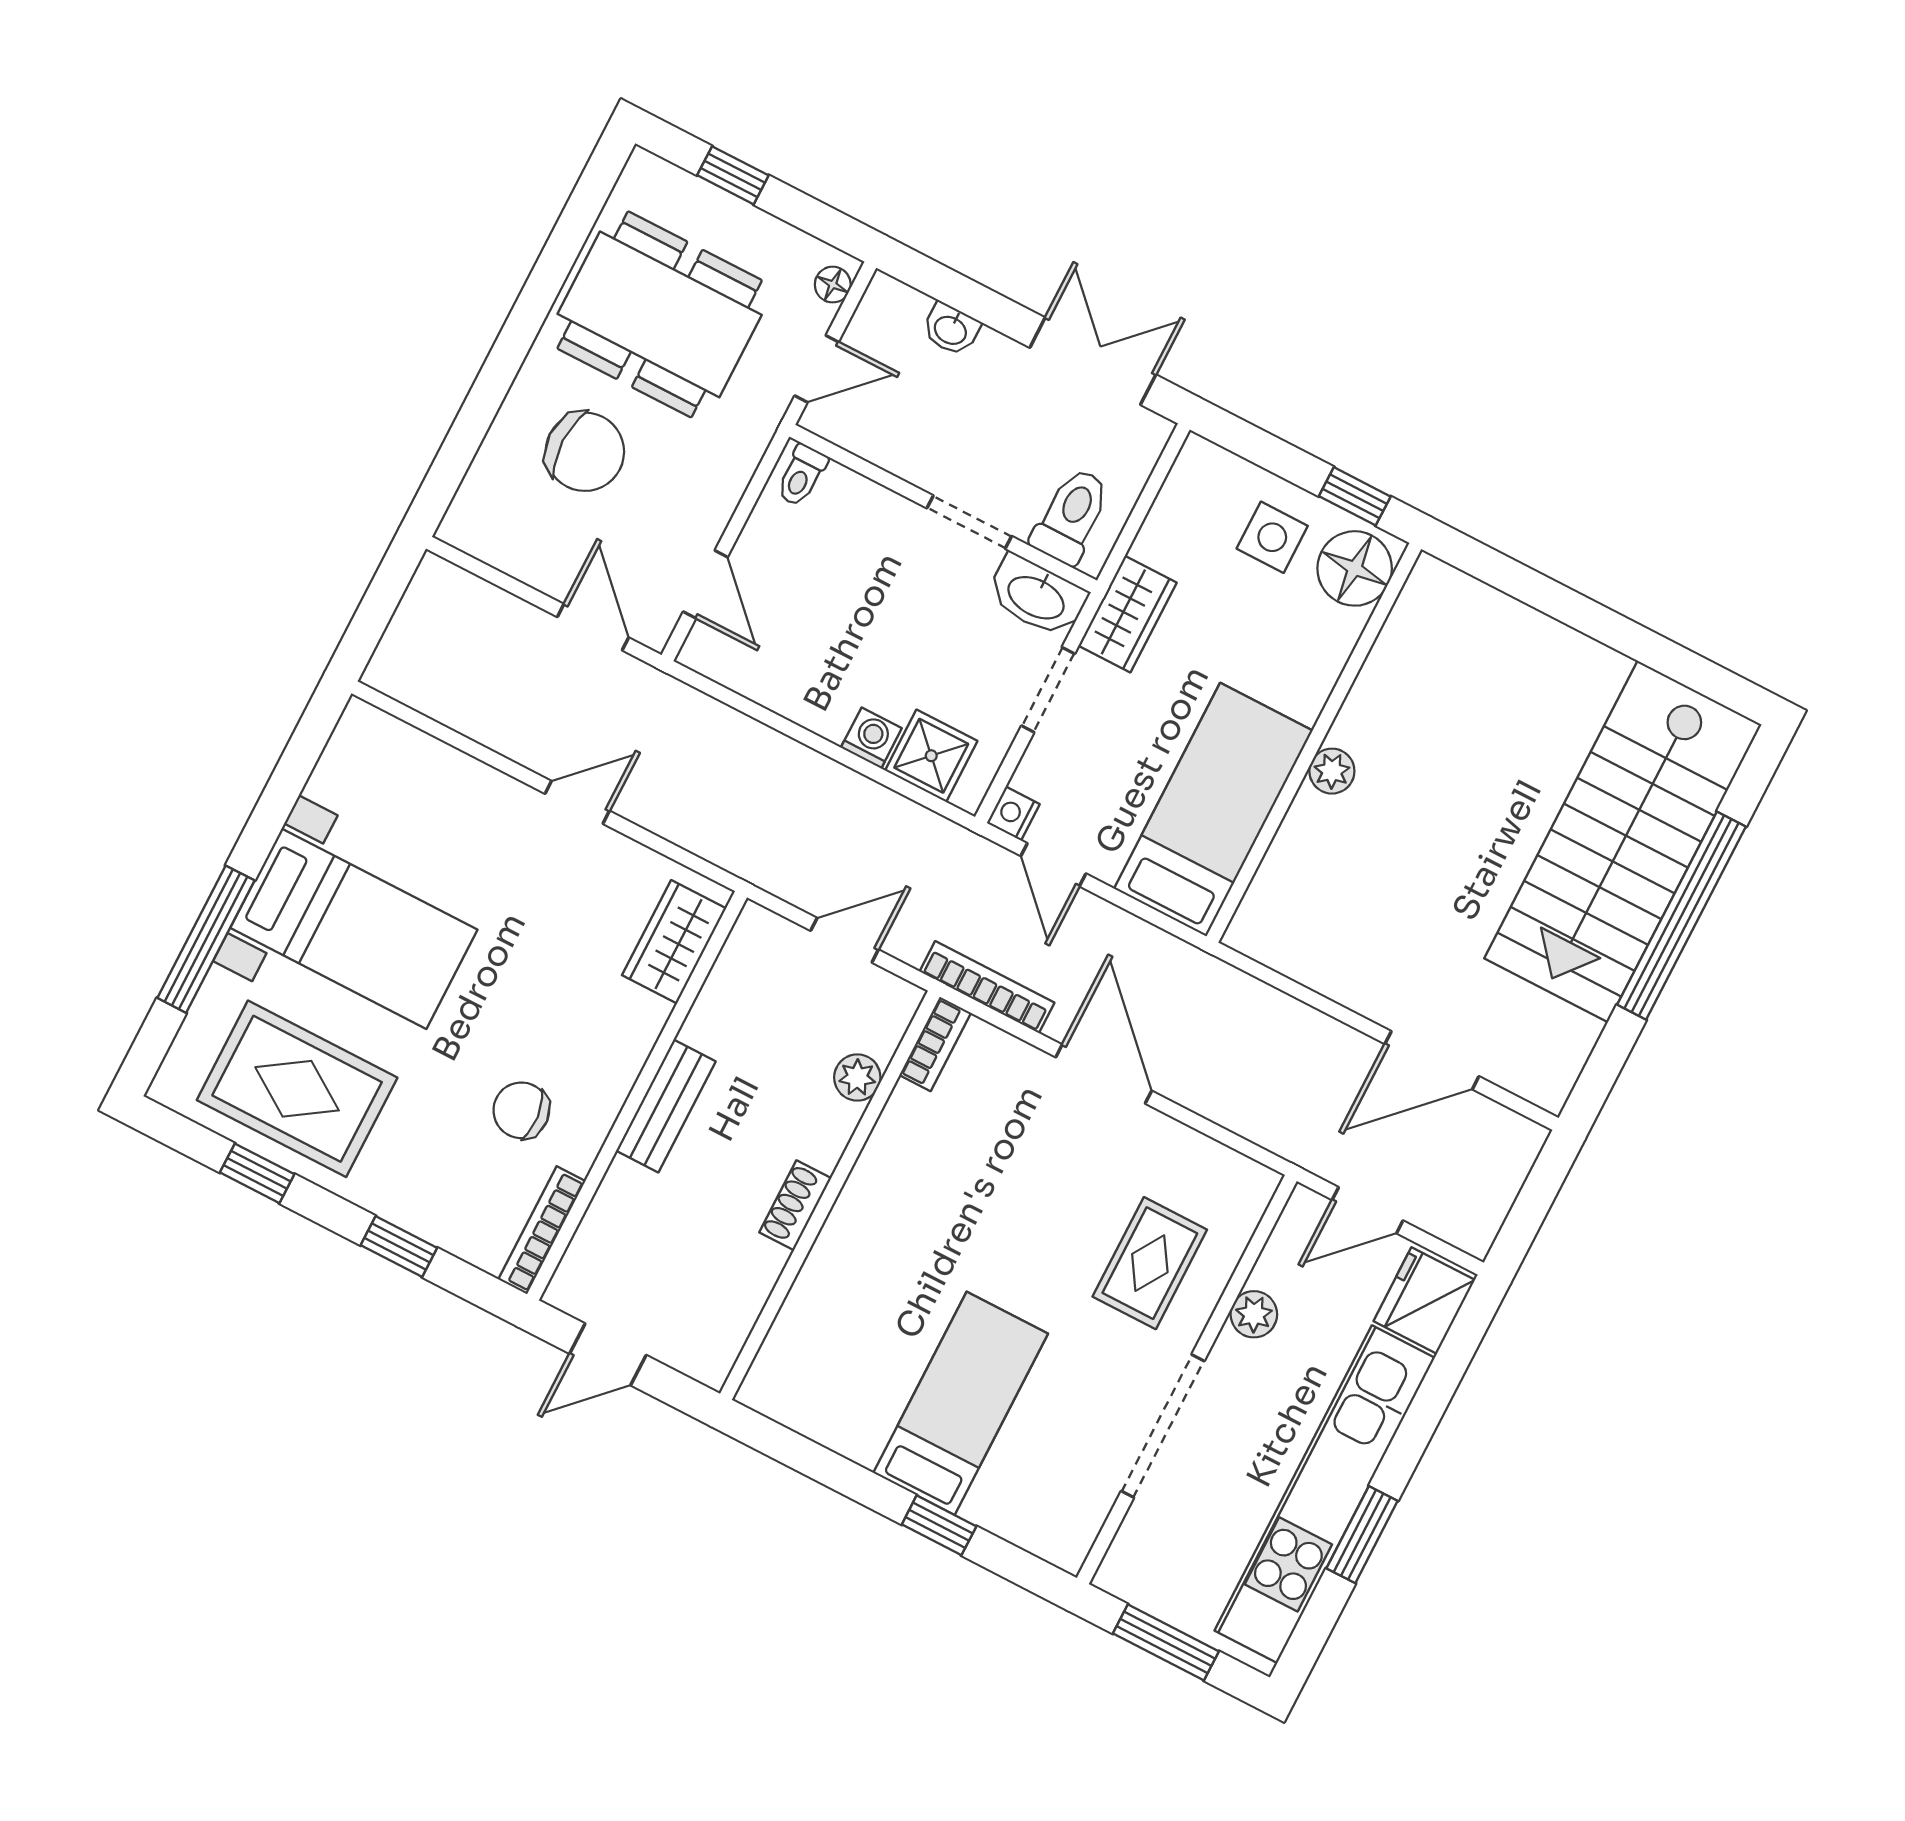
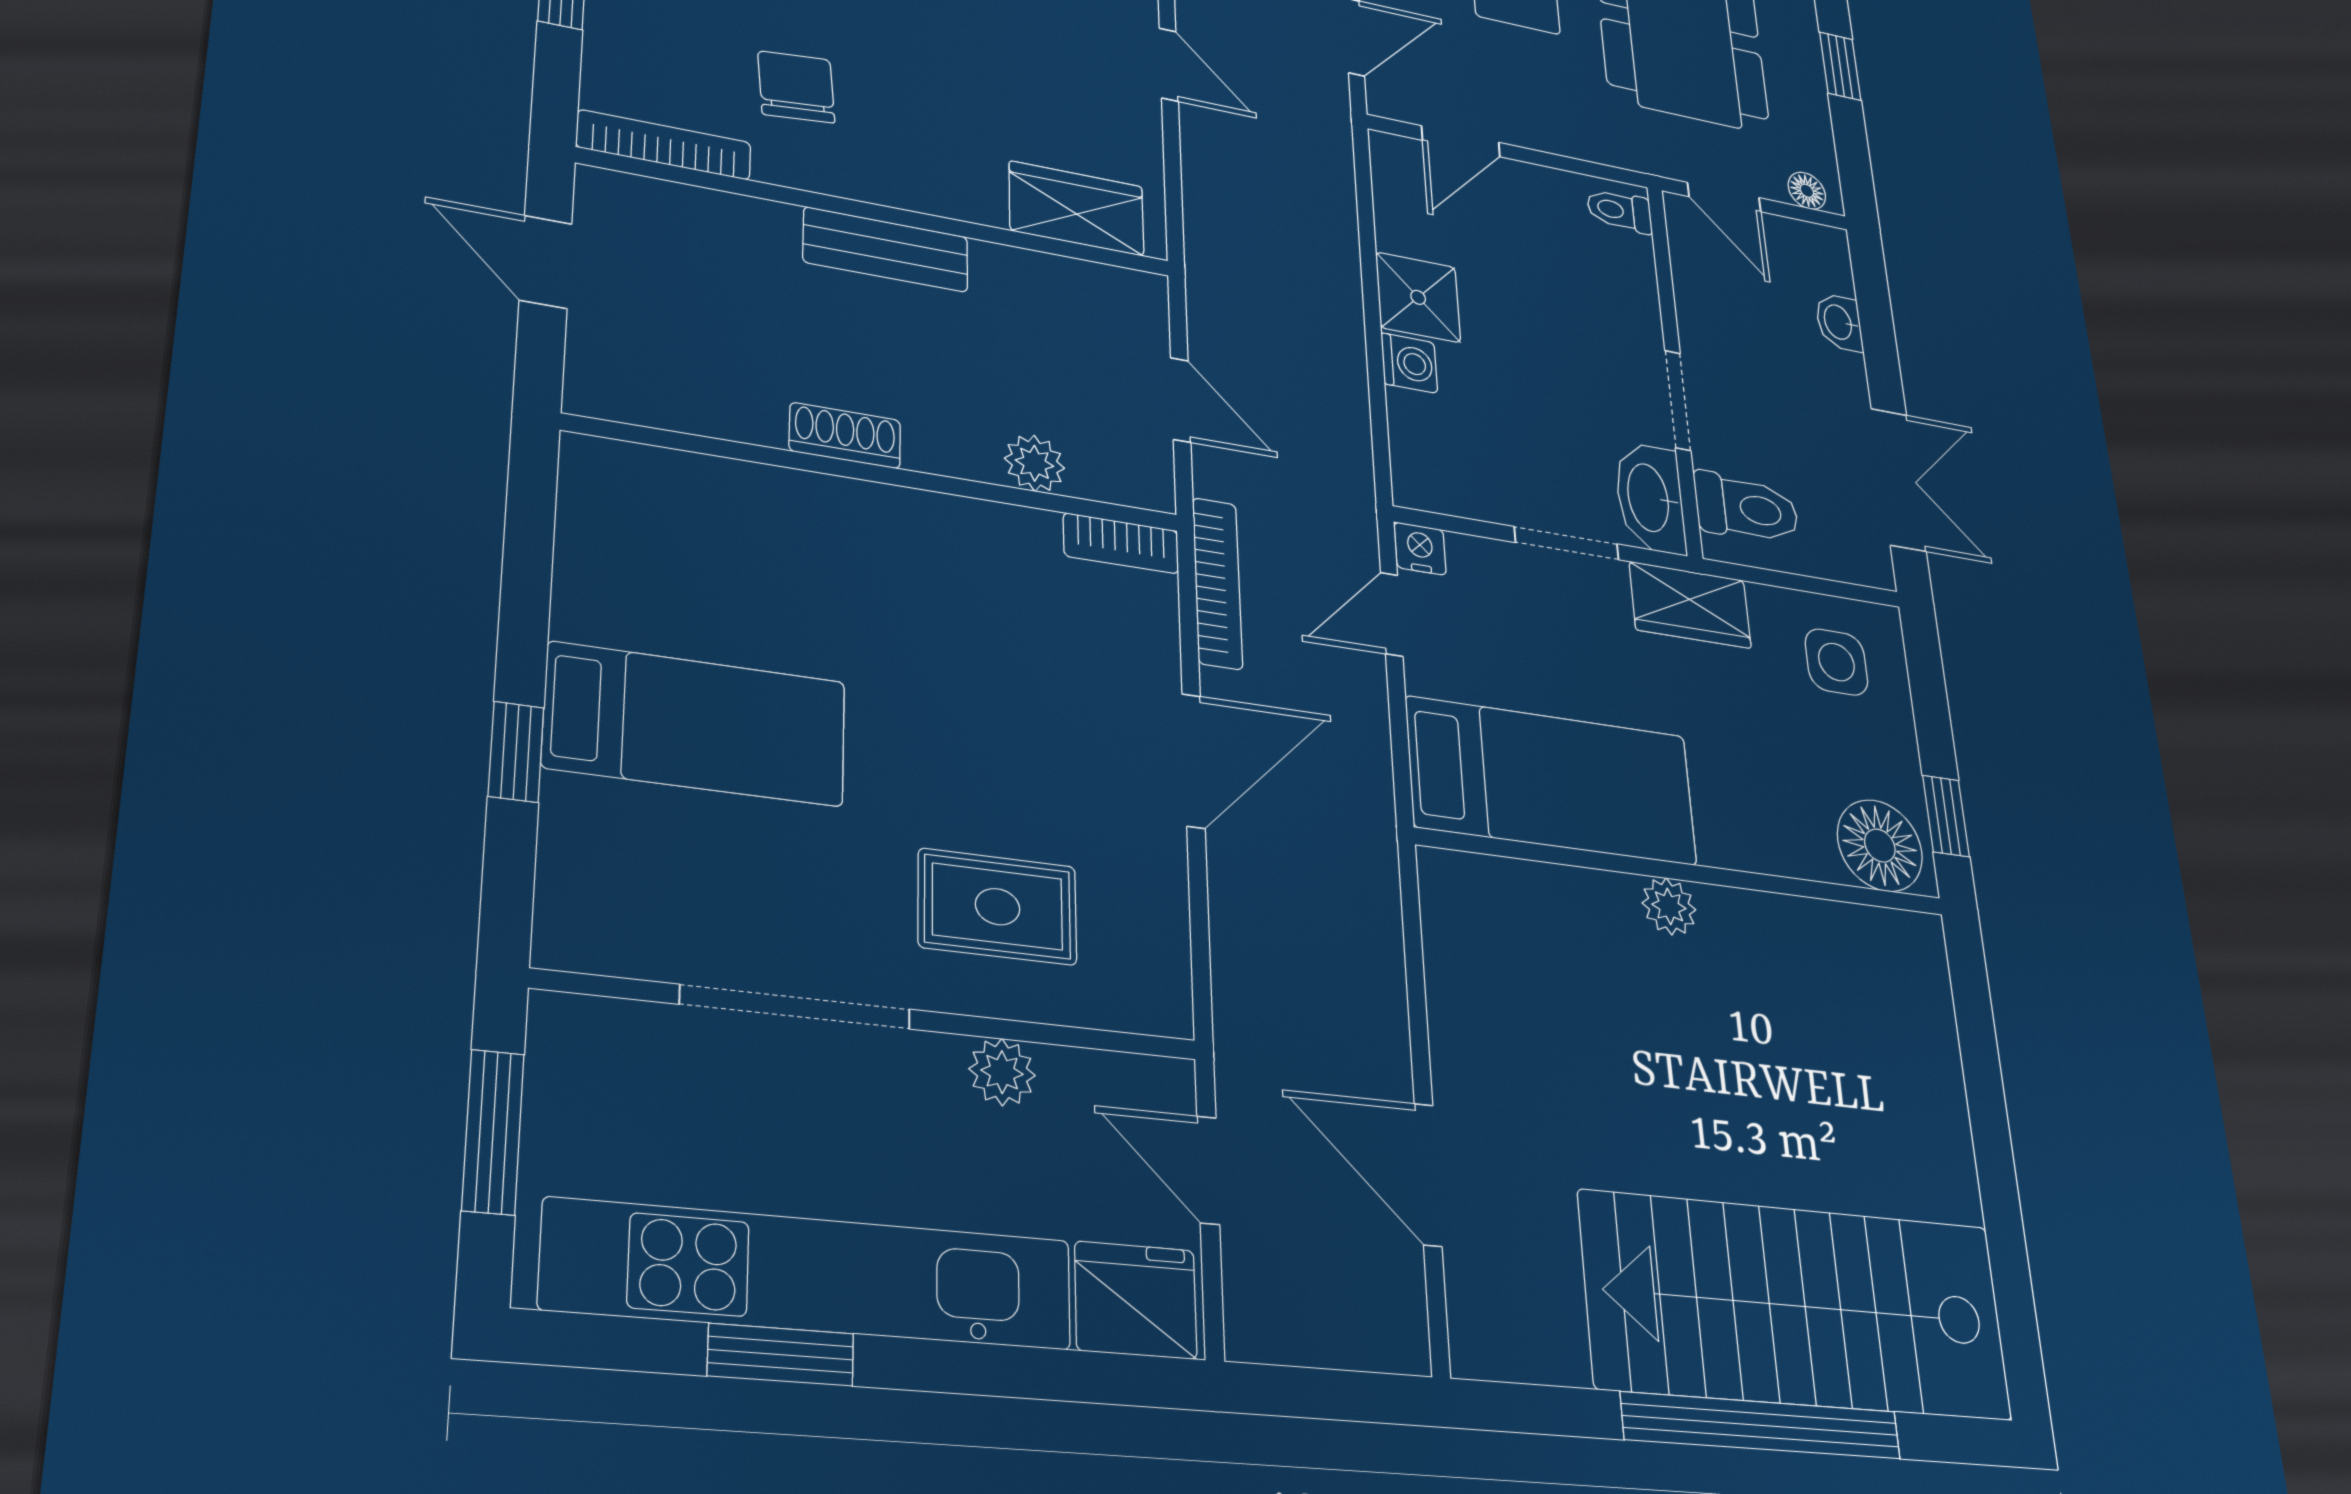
side table: (1272, 537) -> (1836, 662), moved
shower: (931, 756) -> (1418, 297), moved

